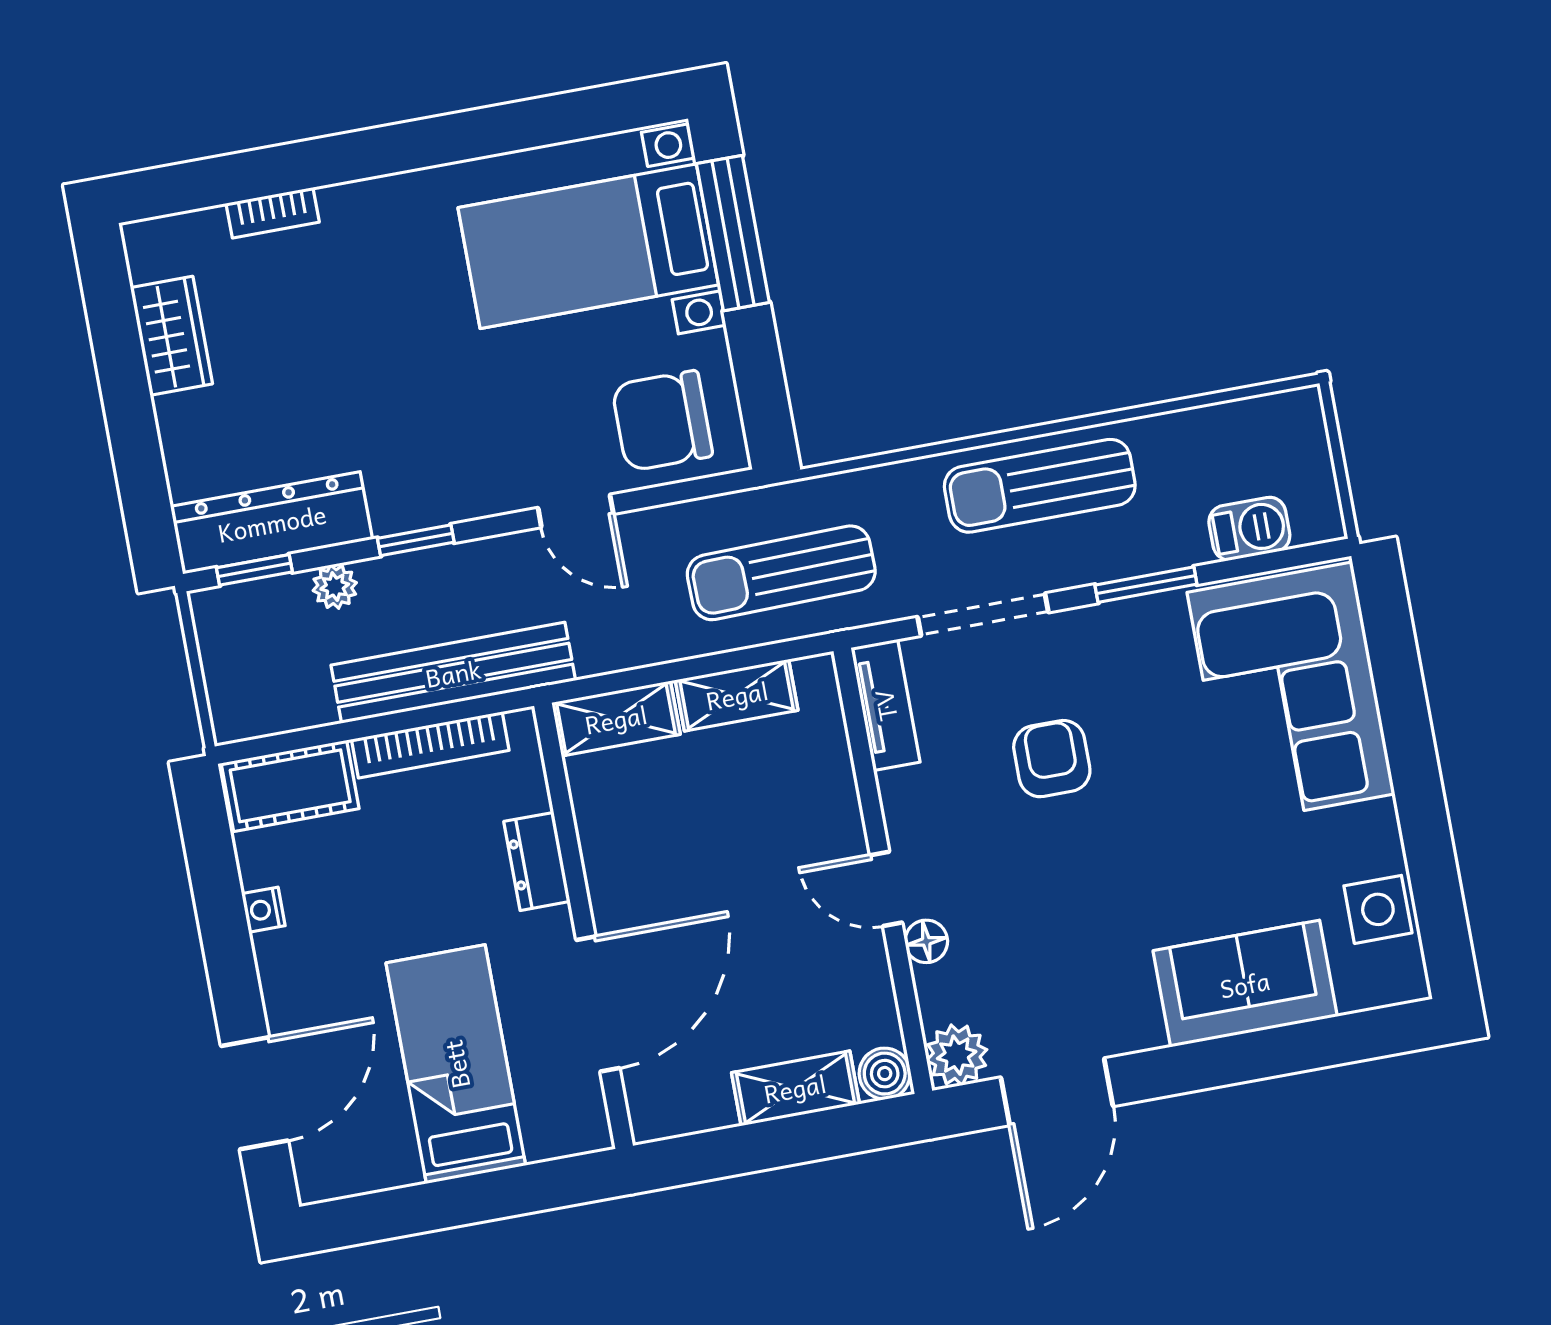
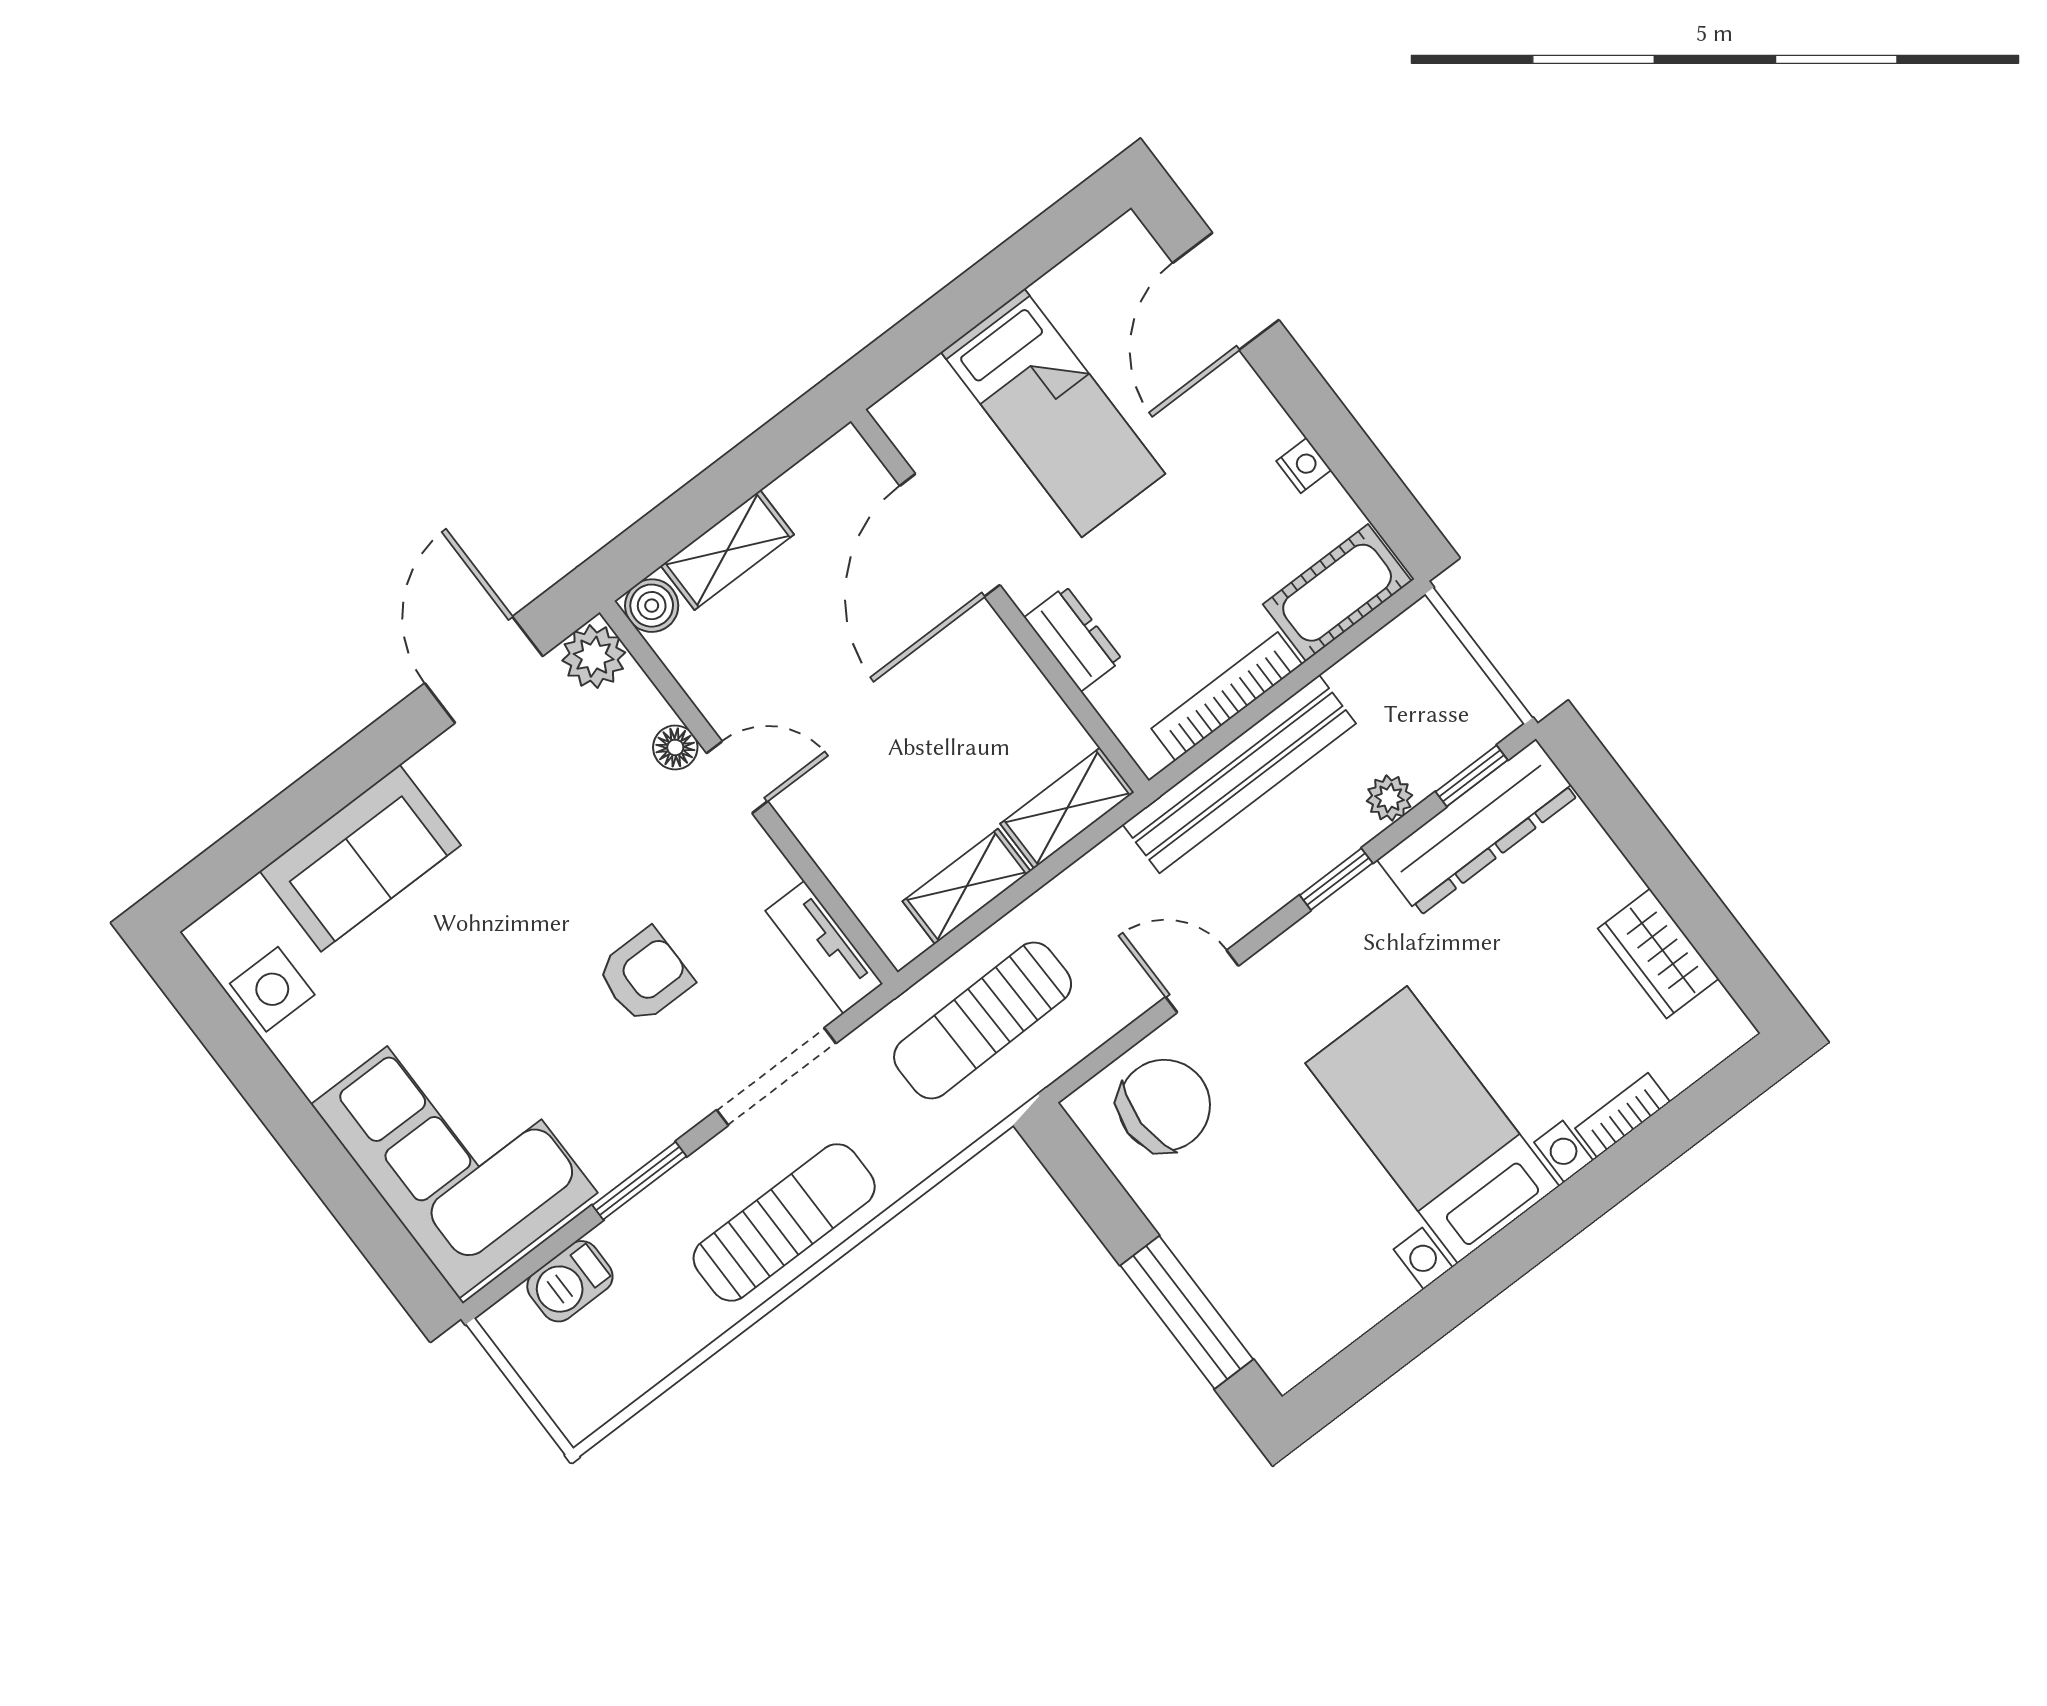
bed with nightstands: (588, 246) -> (1432, 1125), moved, turned -90
sun lounger: (781, 573) -> (983, 1020), turned 180
armchair: (1052, 759) -> (645, 976), turned -90

